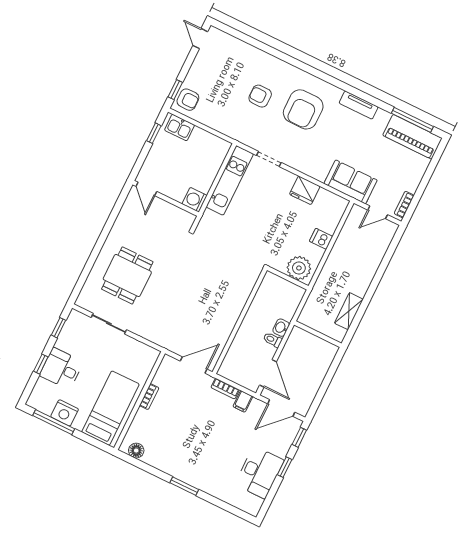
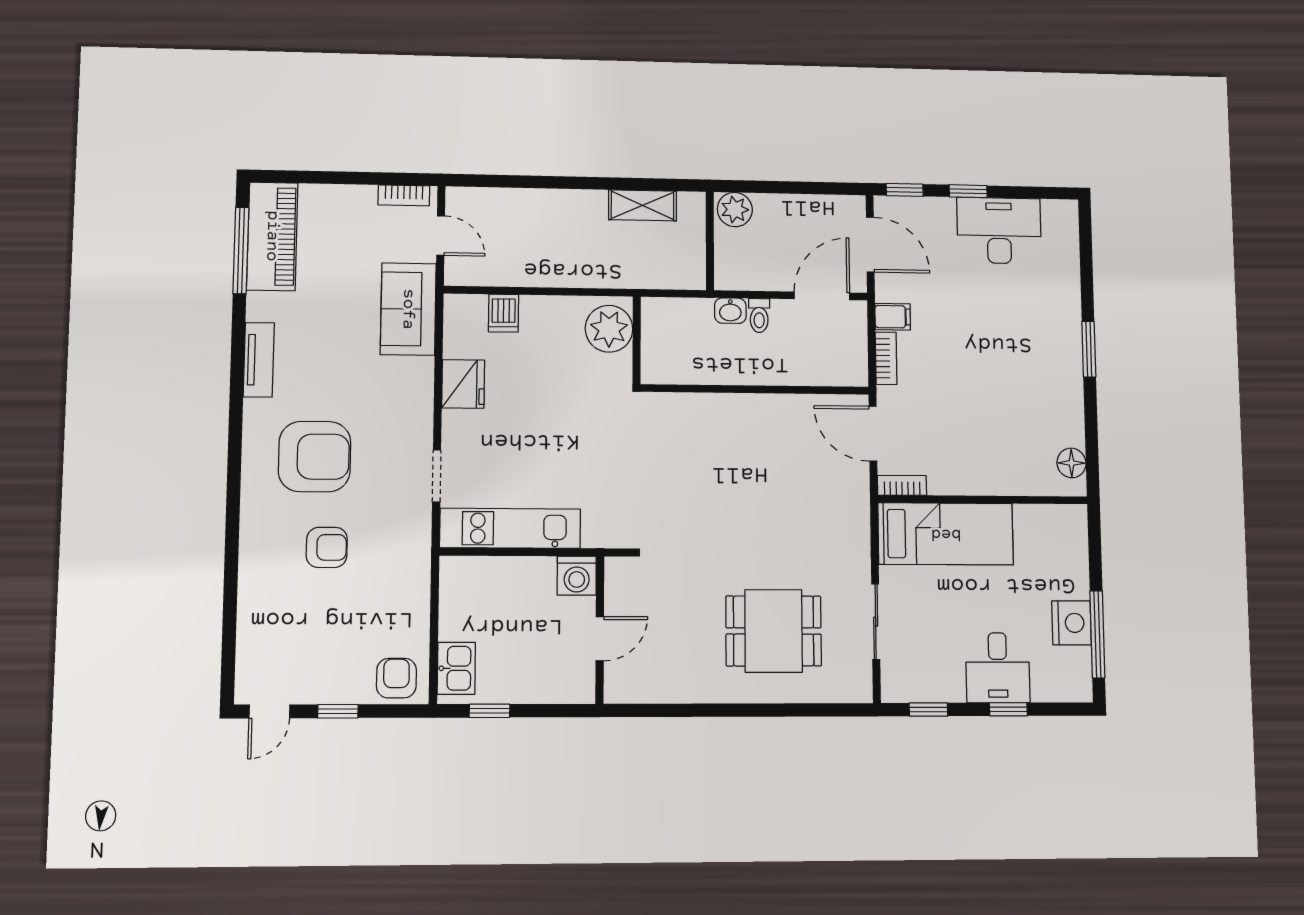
window: (175, 90) -> (338, 711), moved
armchair: (260, 96) -> (327, 547), turned -90
door: (146, 189) -> (600, 639), moved
dishwasher: (321, 239) -> (504, 313), moved
plant: (327, 353) -> (735, 210), added
bookcase: (149, 397) -> (902, 485), moved
bed: (110, 408) -> (946, 534), moved, turned 180

